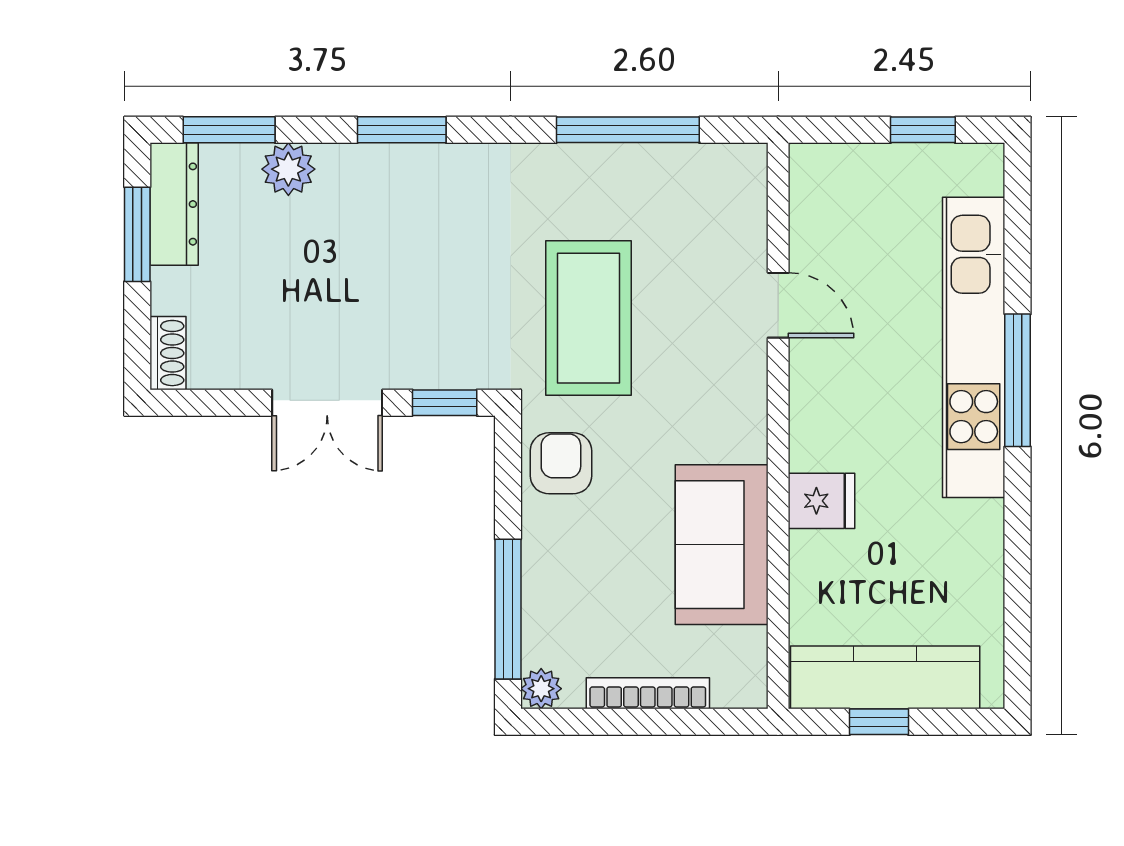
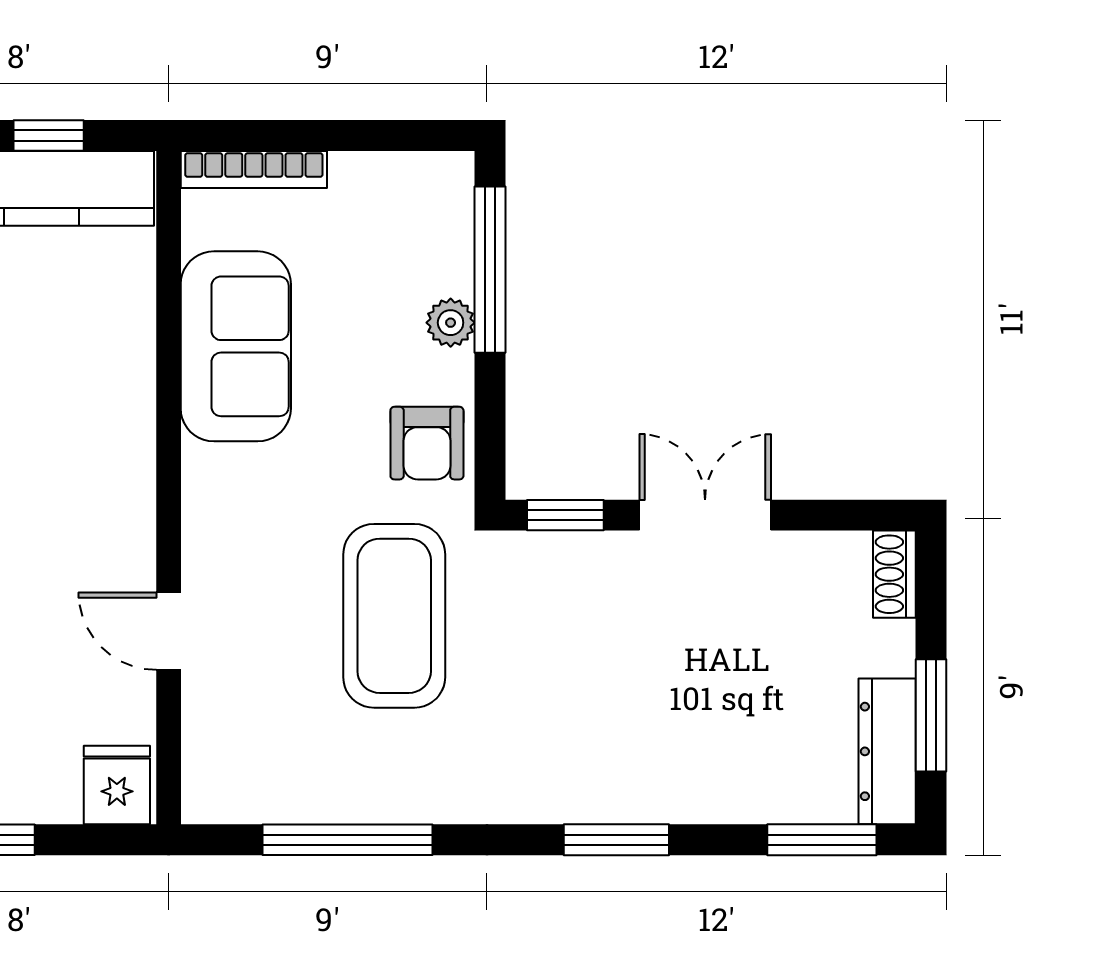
plant: (288, 169) -> (751, 793), removed
fridge: (822, 501) -> (117, 785), moved, turned 90
plant: (541, 689) -> (451, 323), moved
bookcase: (648, 693) -> (254, 169), moved

